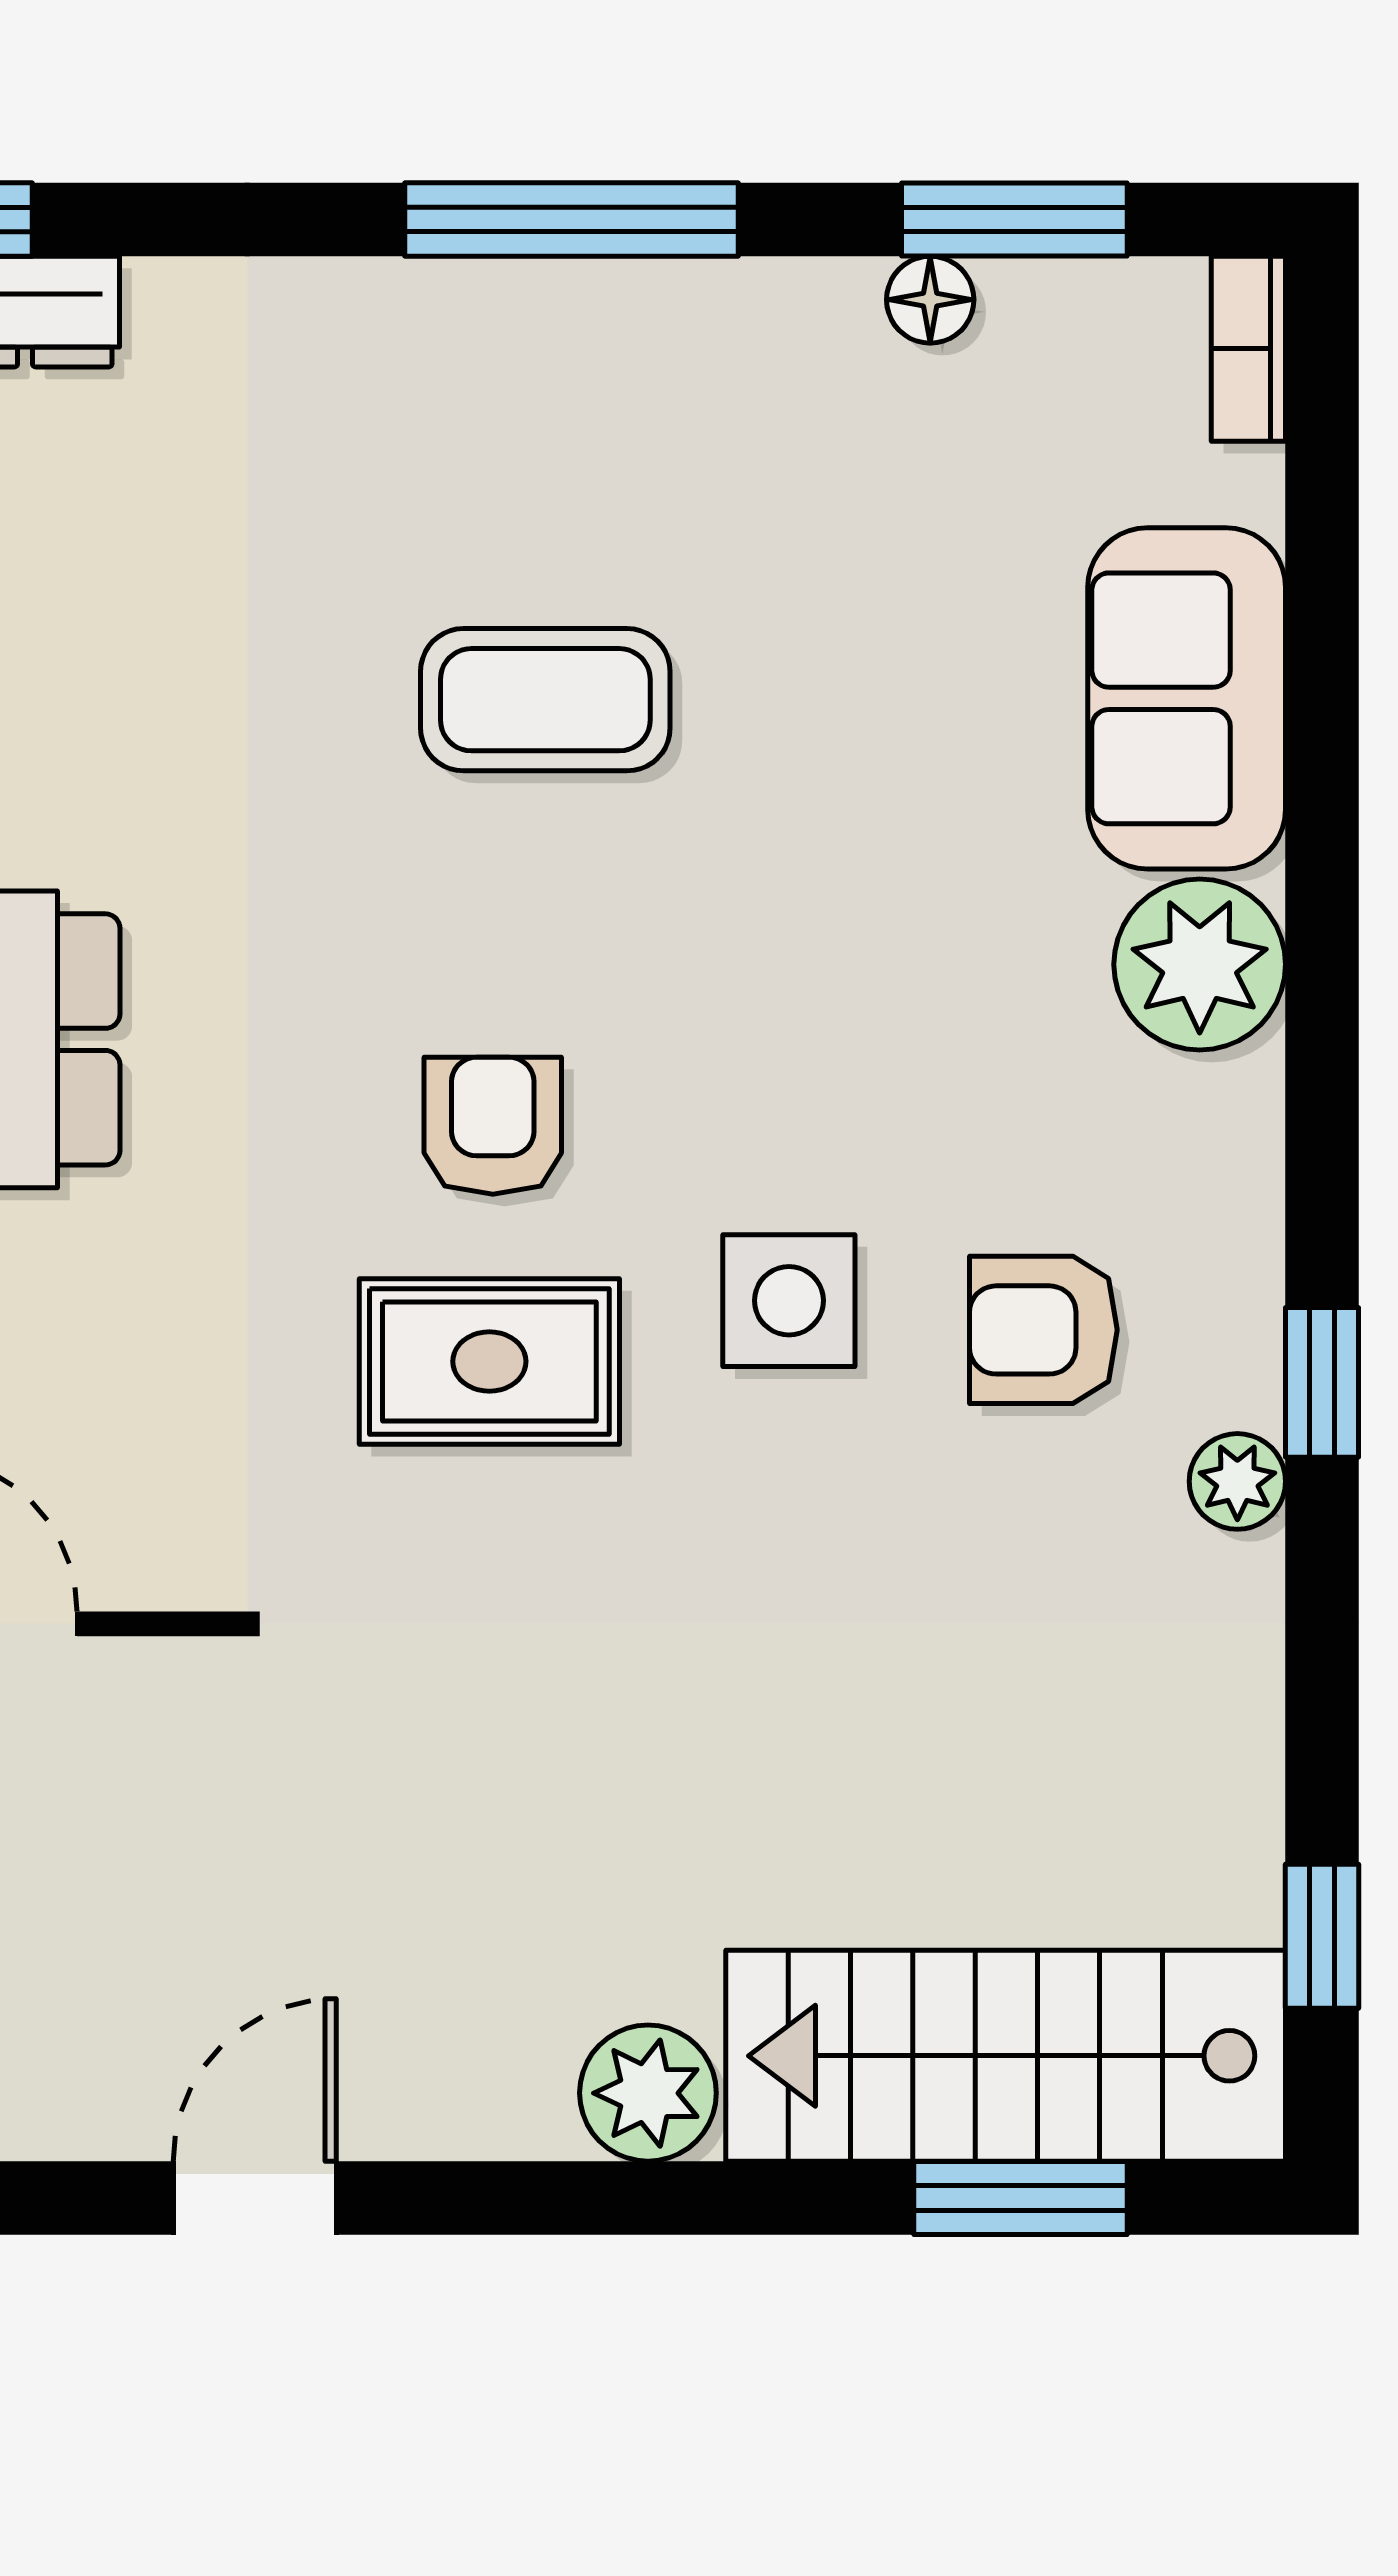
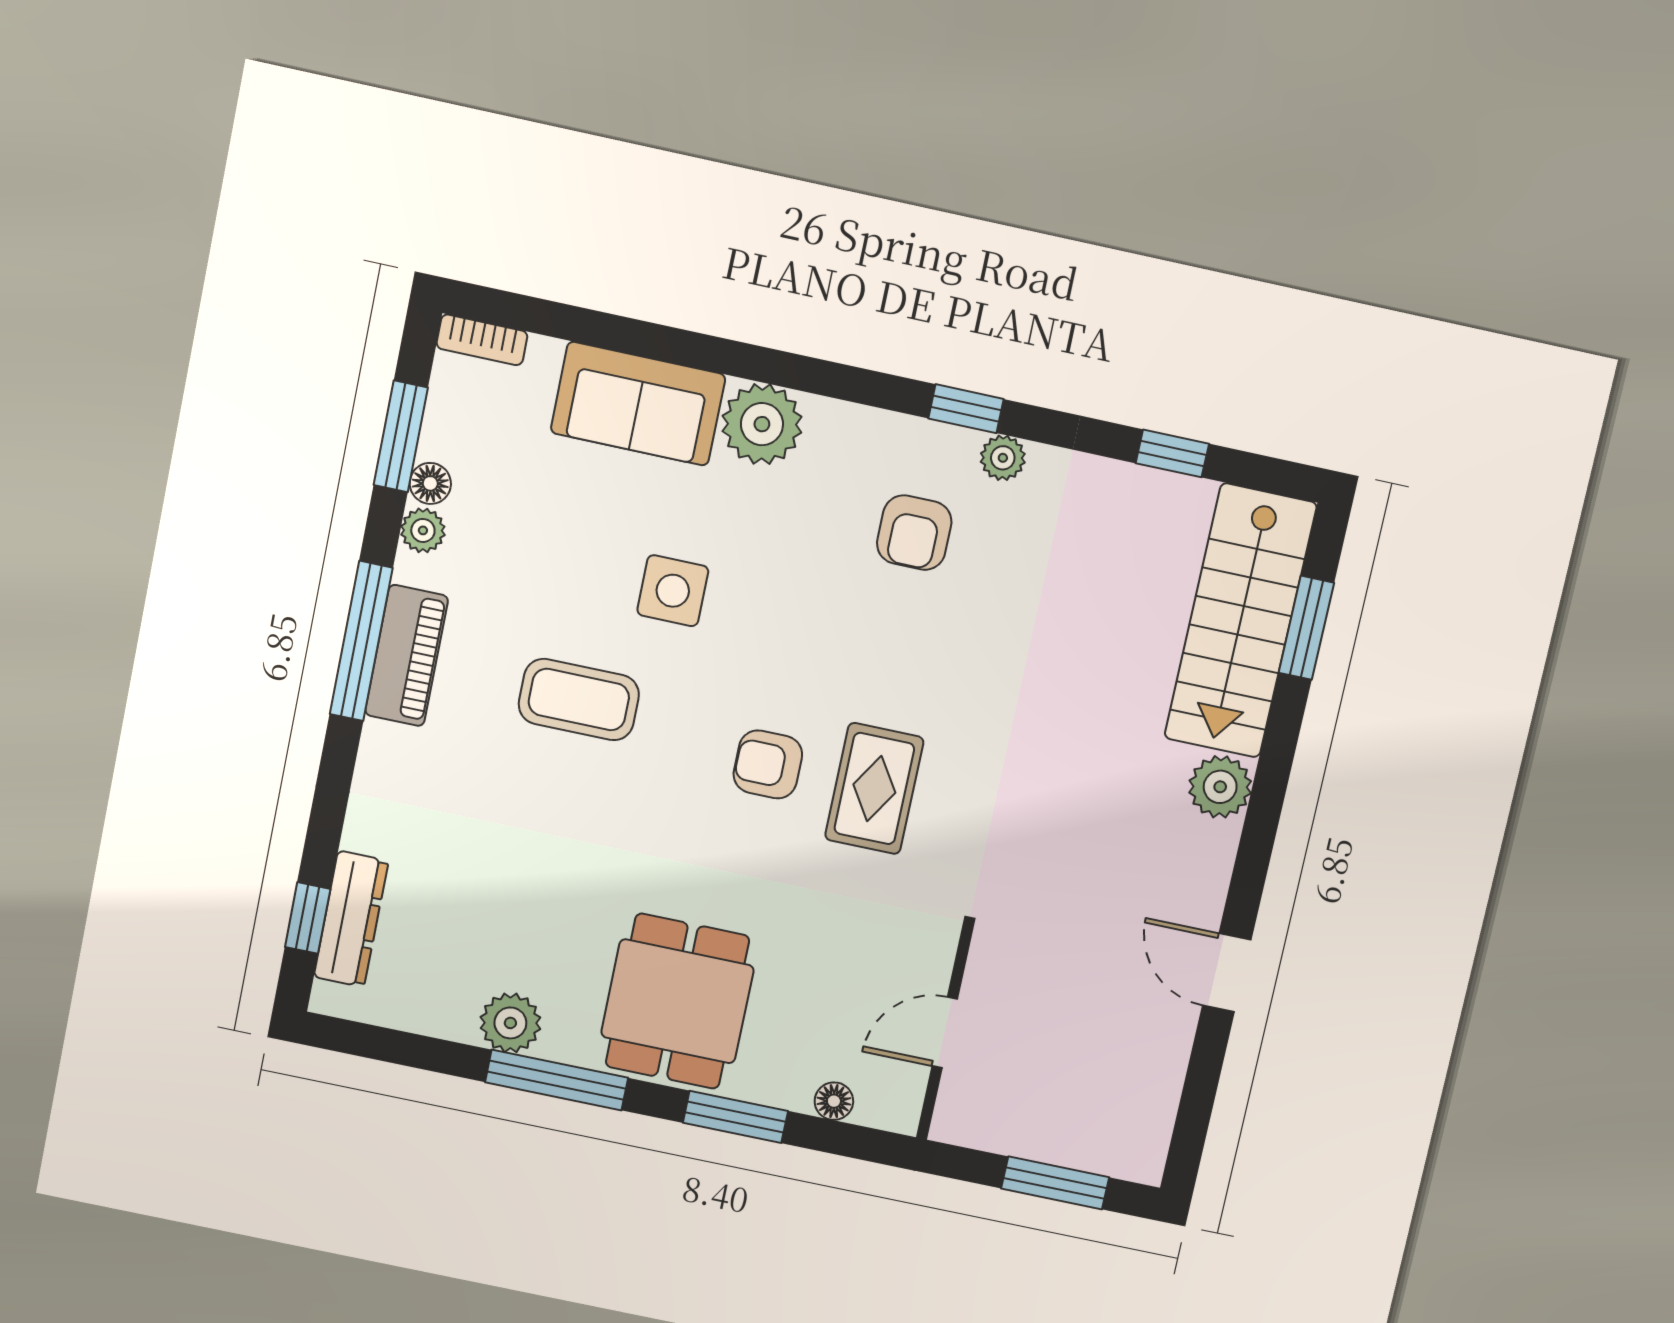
plant: (830, 304) -> (423, 530), added
piano: (561, 320) -> (407, 656), added
coffee table: (545, 700) -> (579, 700), turned 90
side table: (789, 1301) -> (673, 591), moved
window: (1322, 1936) -> (1172, 453), moved

